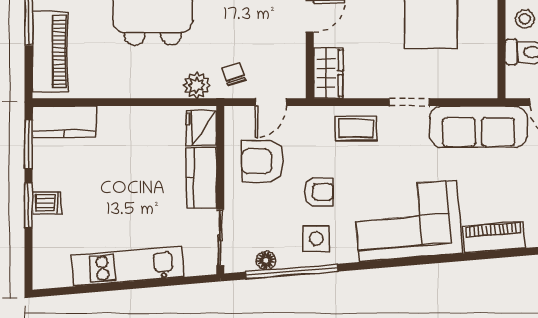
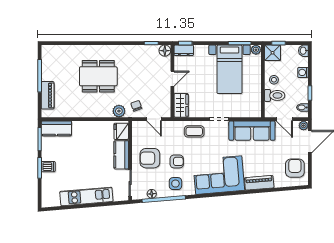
piano: (50, 52) -> (48, 95), width x0.73, depth x0.75
door: (271, 102) -> (154, 119), hinge flipped
armchair: (262, 161) -> (150, 158), moved

